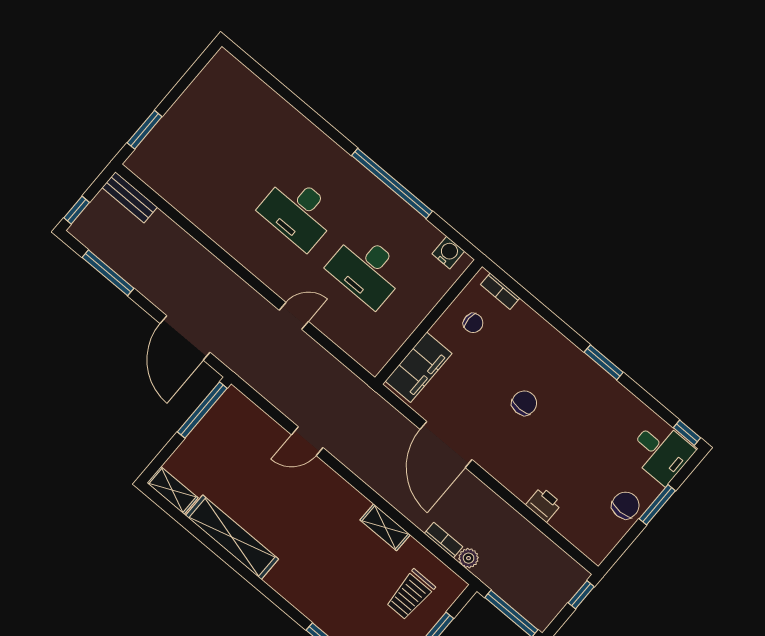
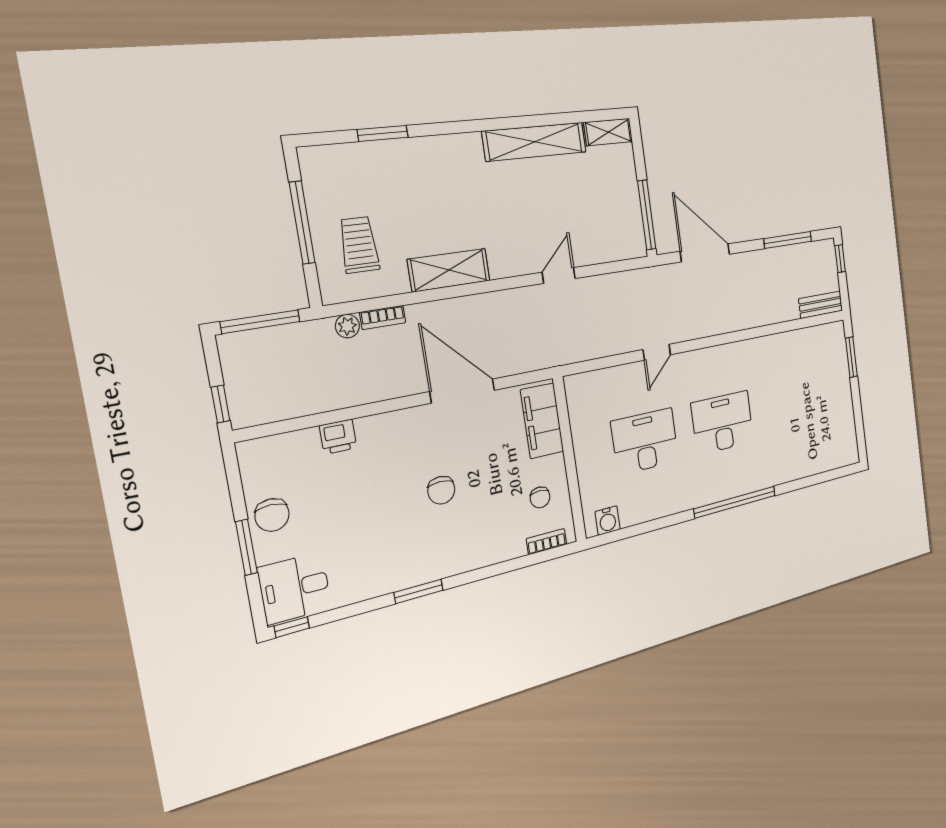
window: (392, 183) -> (735, 502), moved
chair: (473, 323) -> (540, 497), turned -90
shelving: (385, 527) -> (449, 270), width x1.50, depth x1.33

